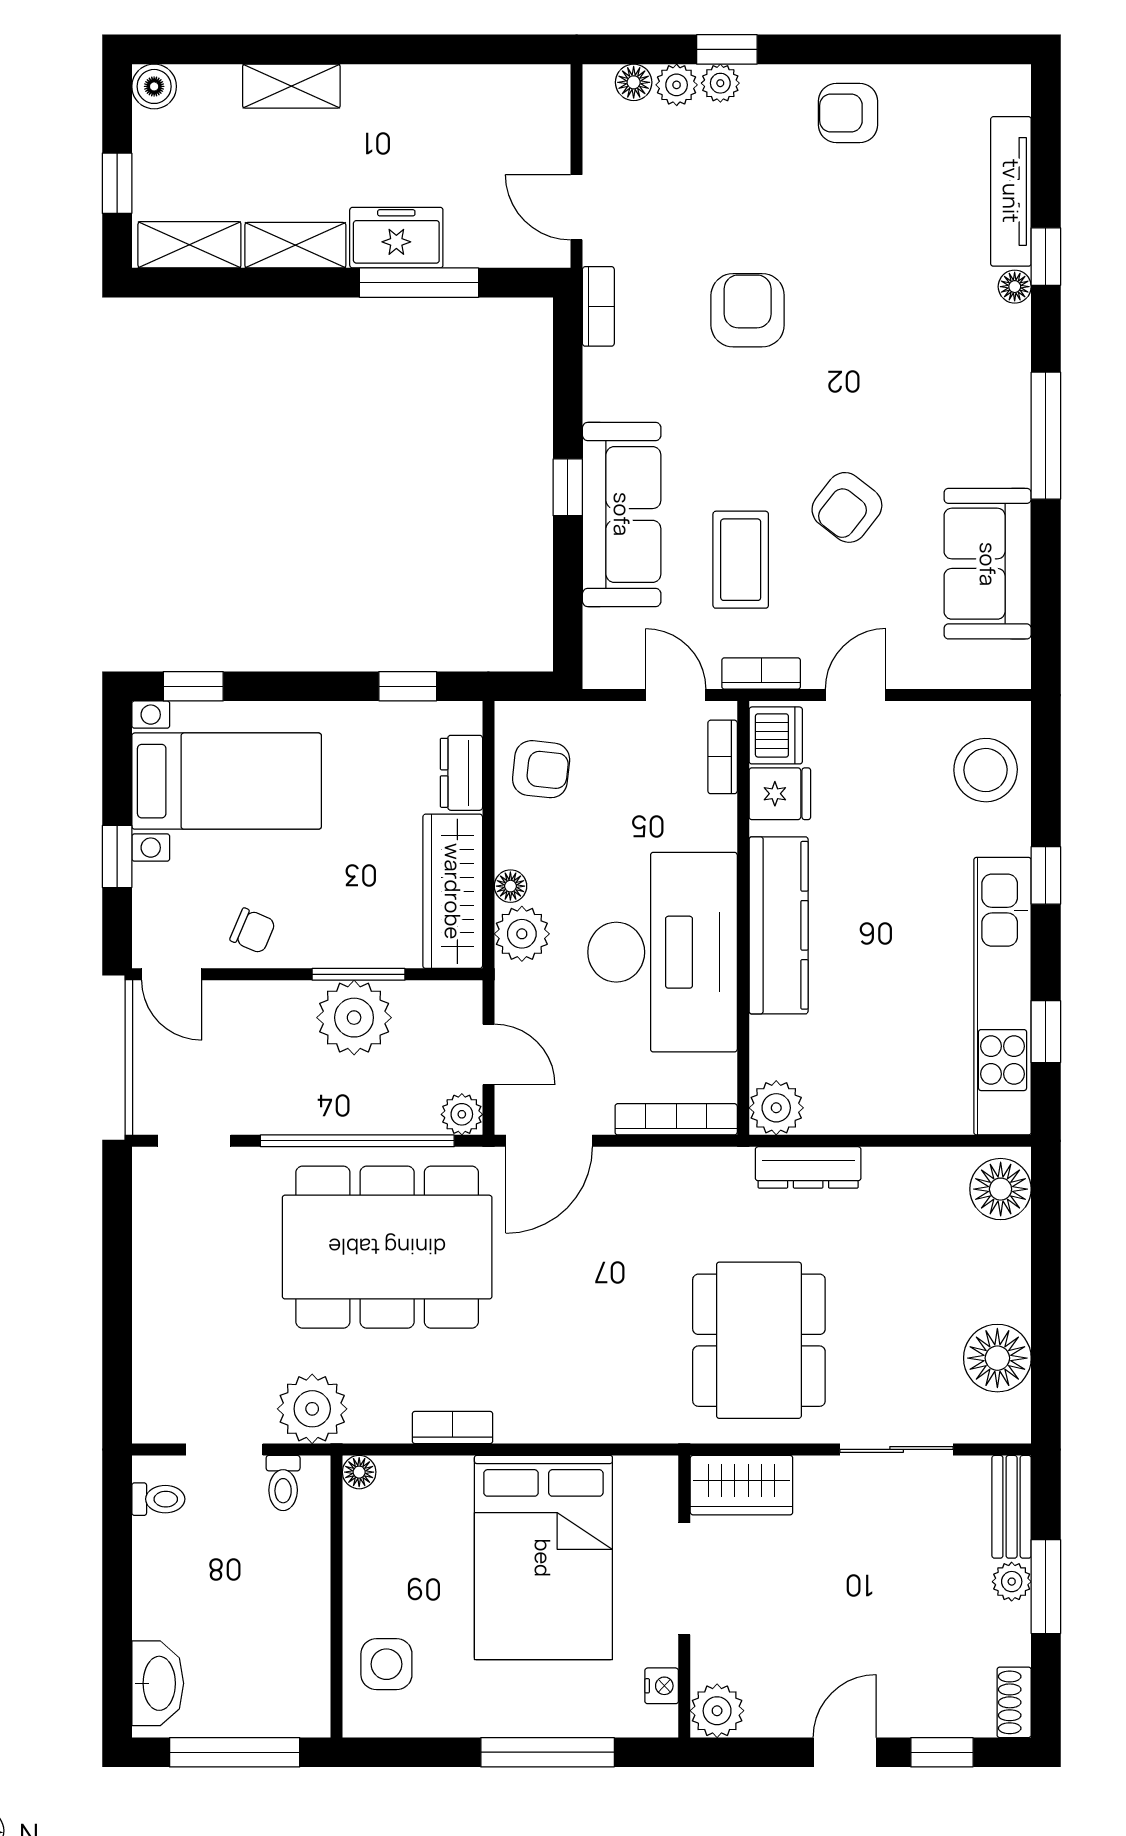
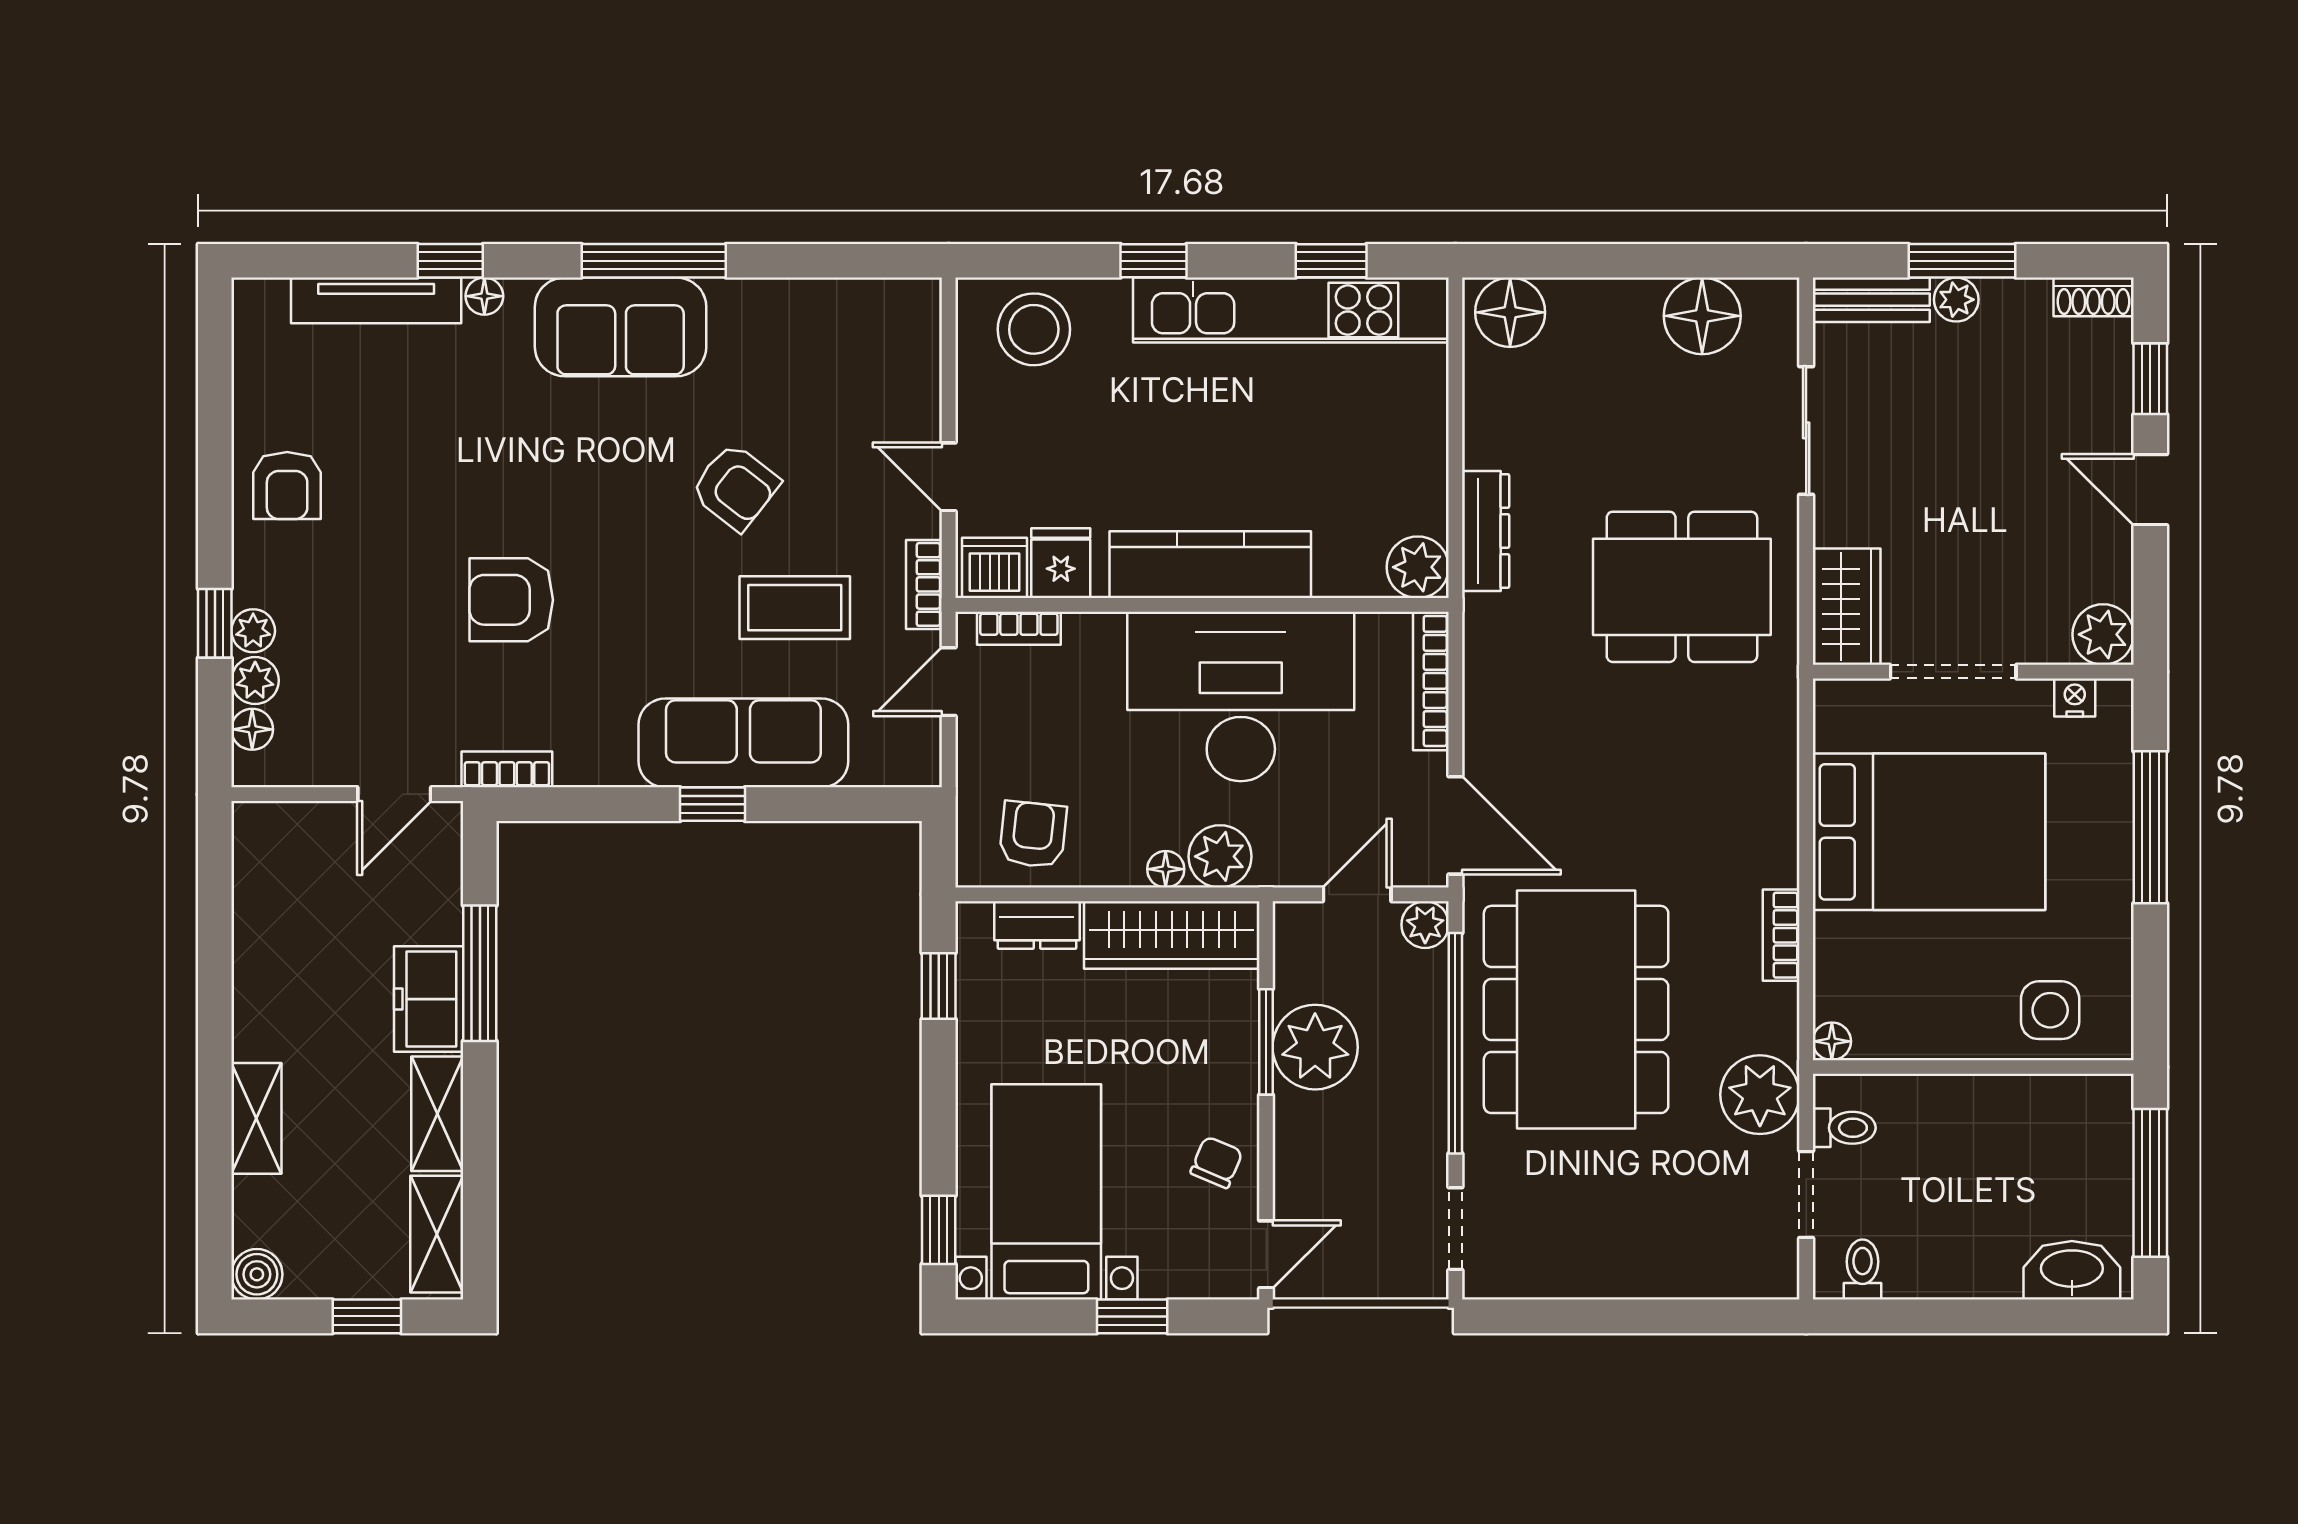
sofa: (988, 564) -> (621, 327), moved

